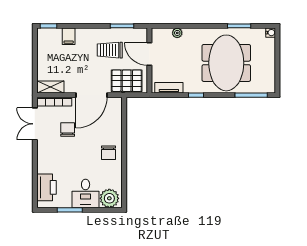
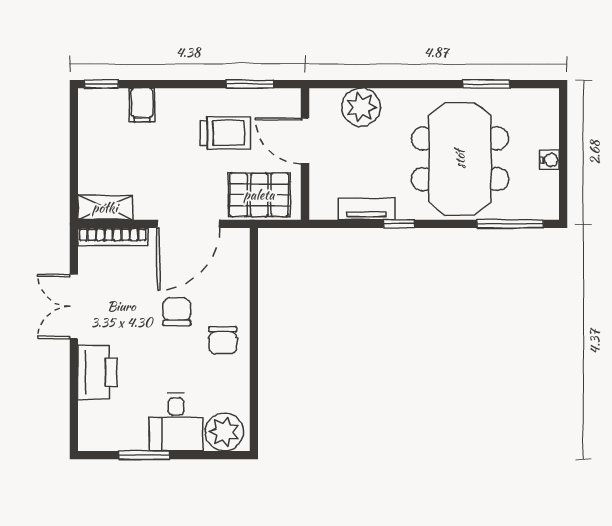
plant: (177, 33) -> (361, 107), width x1.88, depth x1.88
water cooler: (271, 33) -> (550, 160), moved
trolley: (110, 50) -> (225, 133), turned 180
tv unit: (169, 88) -> (367, 209), moved
double door: (35, 124) -> (74, 307), moved
chair: (68, 130) -> (177, 312), moved
printer: (47, 187) -> (97, 372), moved

